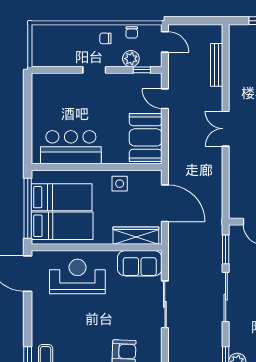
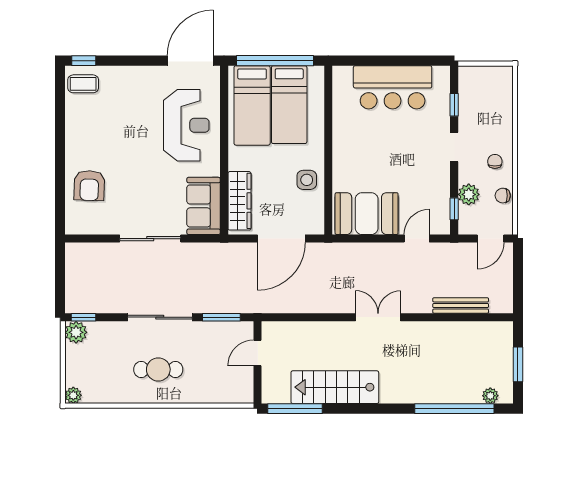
window: (62, 70) -> (454, 105), added
bar counter: (71, 147) -> (393, 87), moved, turned 90

